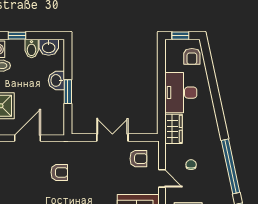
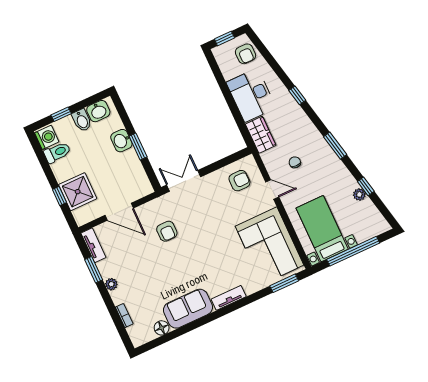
window: (219, 110) -> (297, 95), added
door: (27, 138) -> (119, 212), swing flipped
double door: (112, 138) -> (184, 181), moved
window: (231, 166) -> (335, 146), width x0.47
armchair: (59, 172) -> (167, 231), turned 90

